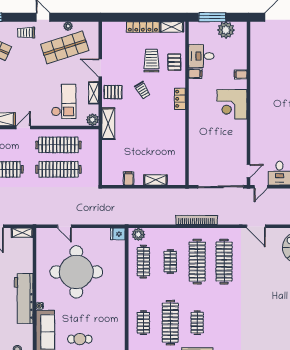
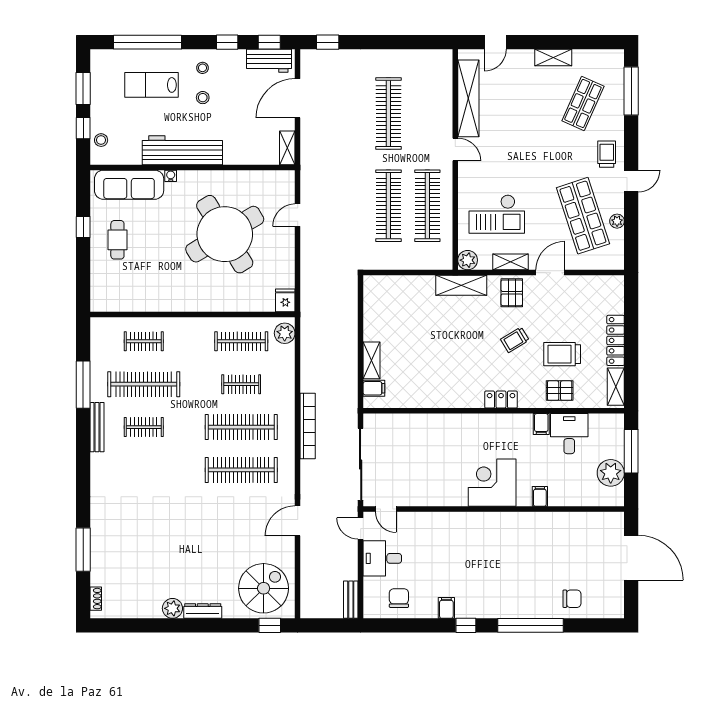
trolley: (151, 61) -> (562, 354), turned 180
filing cabinet: (129, 178) -> (374, 388), moved
round table: (76, 272) -> (225, 234), turned -31

